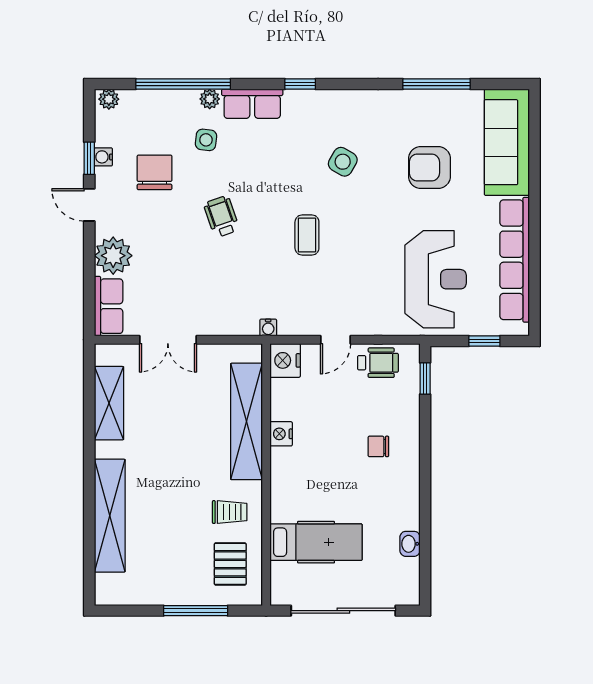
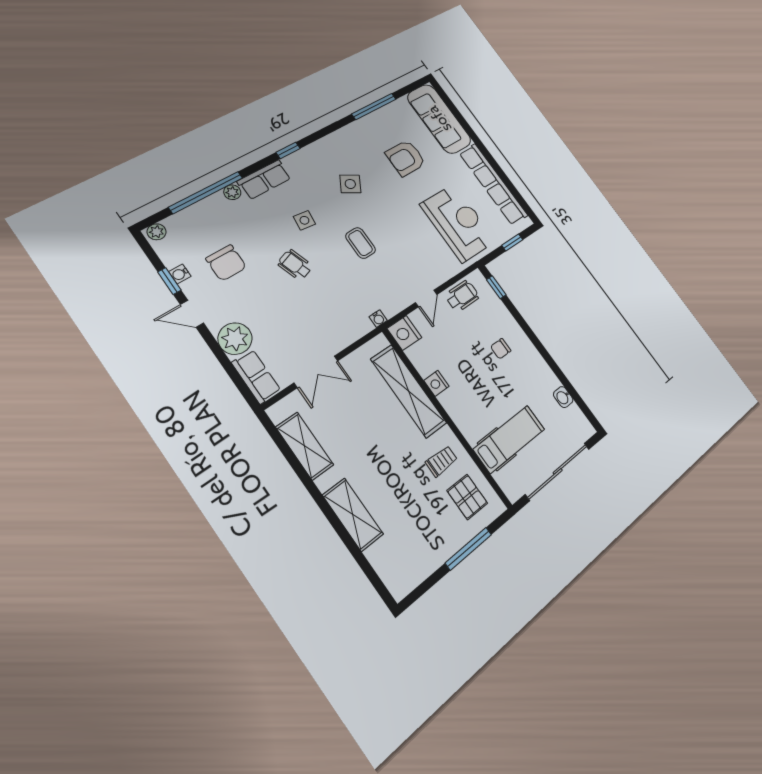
side table: (206, 140) -> (304, 220), moved
chair: (155, 172) -> (226, 263), turned 180
shelving: (110, 516) -> (353, 515), width x0.68

